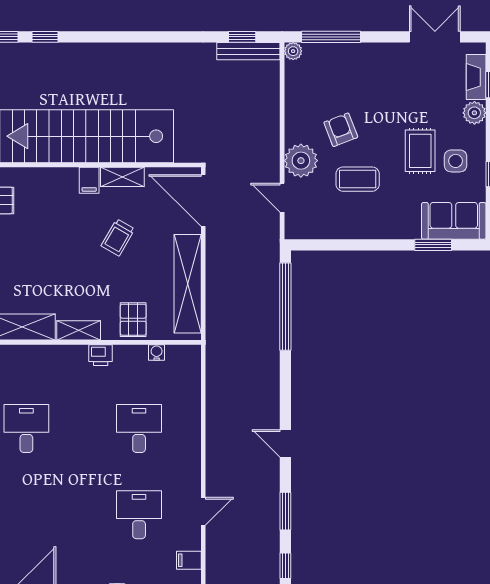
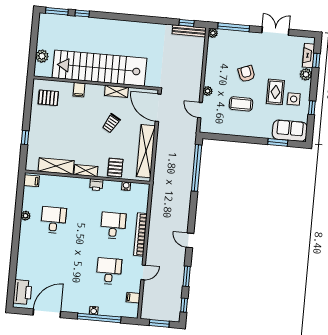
double door: (435, 37) -> (275, 31), moved
armchair: (341, 130) -> (246, 74), moved
plant: (301, 161) -> (208, 91), width x0.53, depth x0.53
filing cabinet: (89, 180) -> (79, 90), moved
bookcase: (192, 441) -> (141, 234), added

